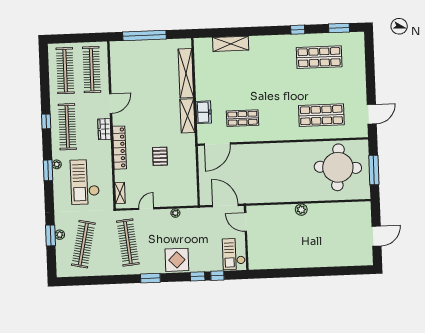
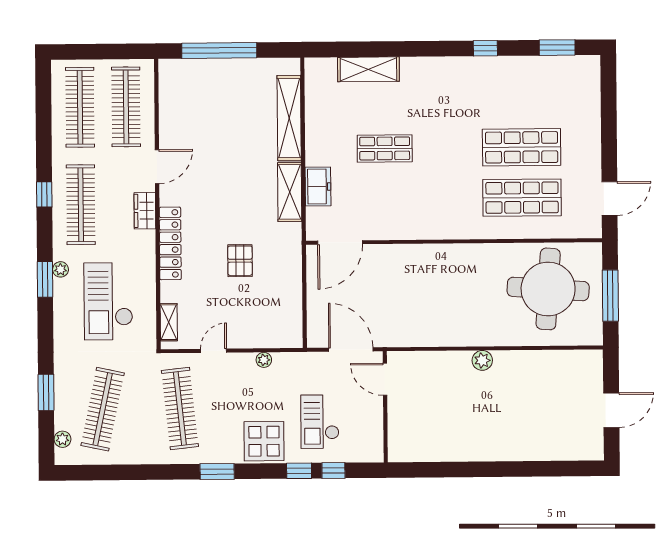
shop shelf: (319, 57) -> (522, 147), moved
shop shelf: (242, 118) -> (385, 148), moved
plant: (60, 235) -> (62, 439), moved
checkout: (234, 254) -> (320, 422), moved

